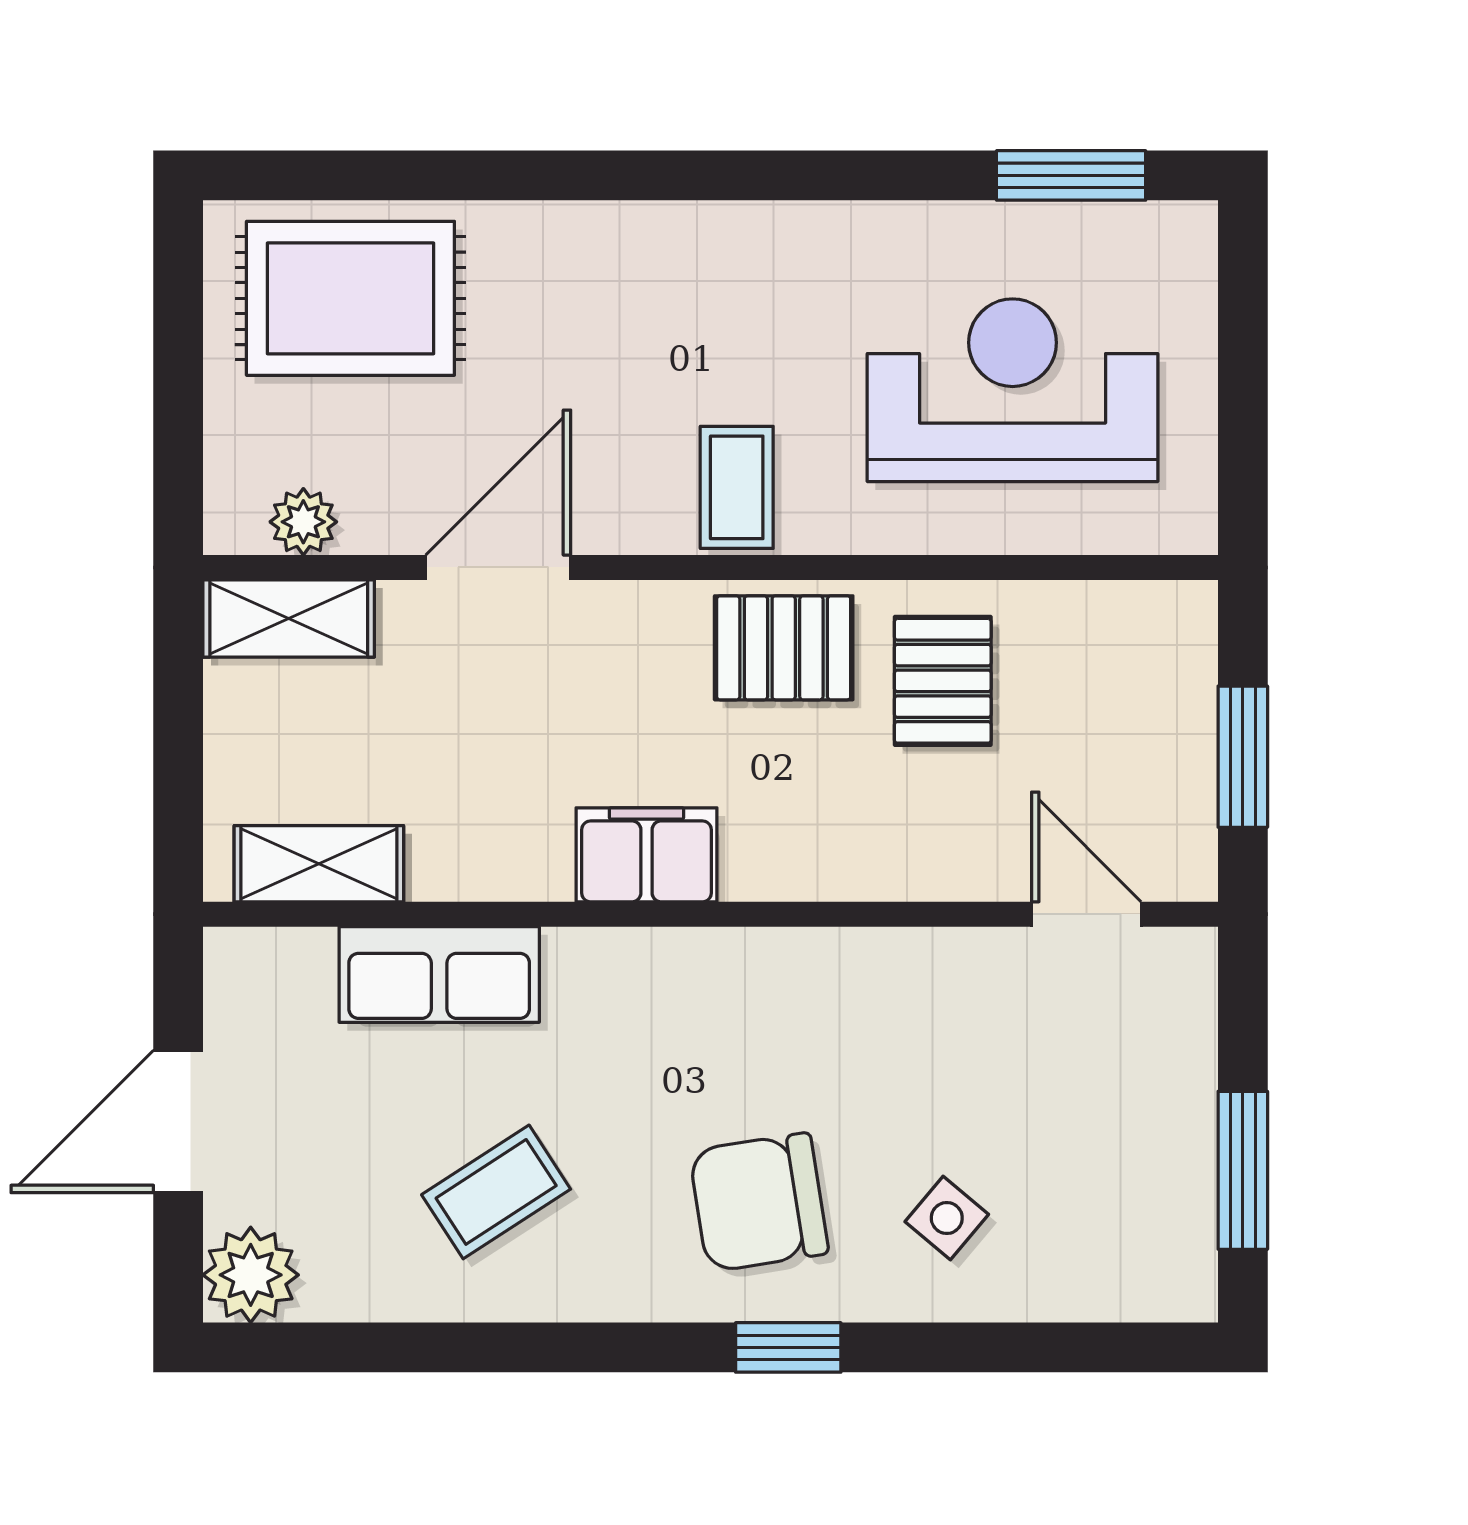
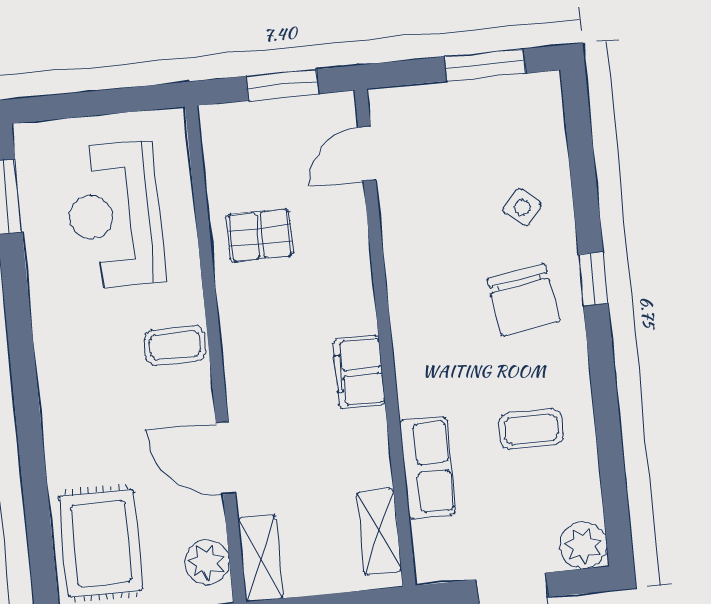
plant: (303, 522) -> (207, 562), width x1.38, depth x1.38
pallet: (784, 648) -> (251, 315), removed
coffee table: (496, 1192) -> (531, 429), turned -57

